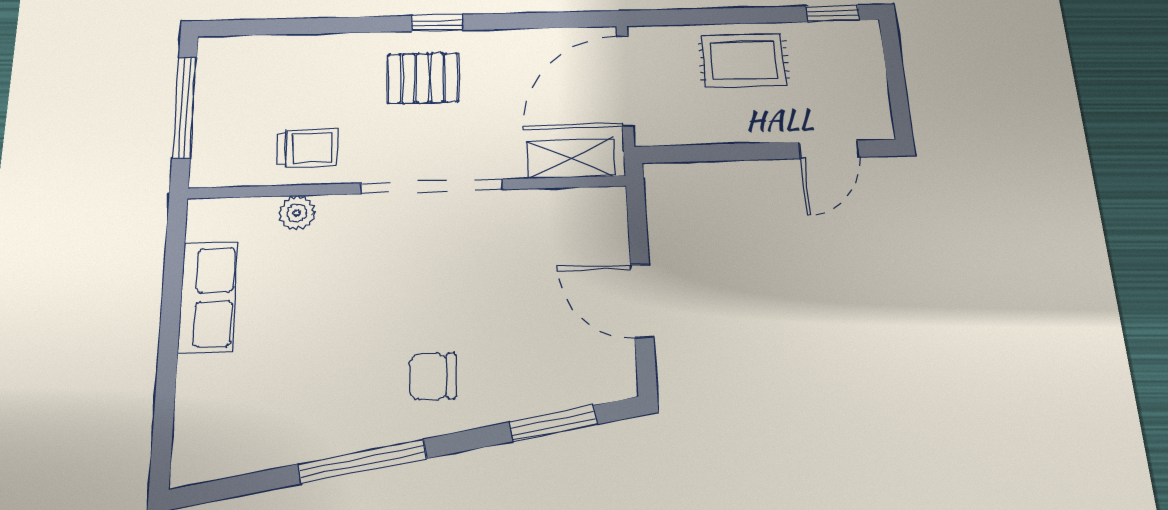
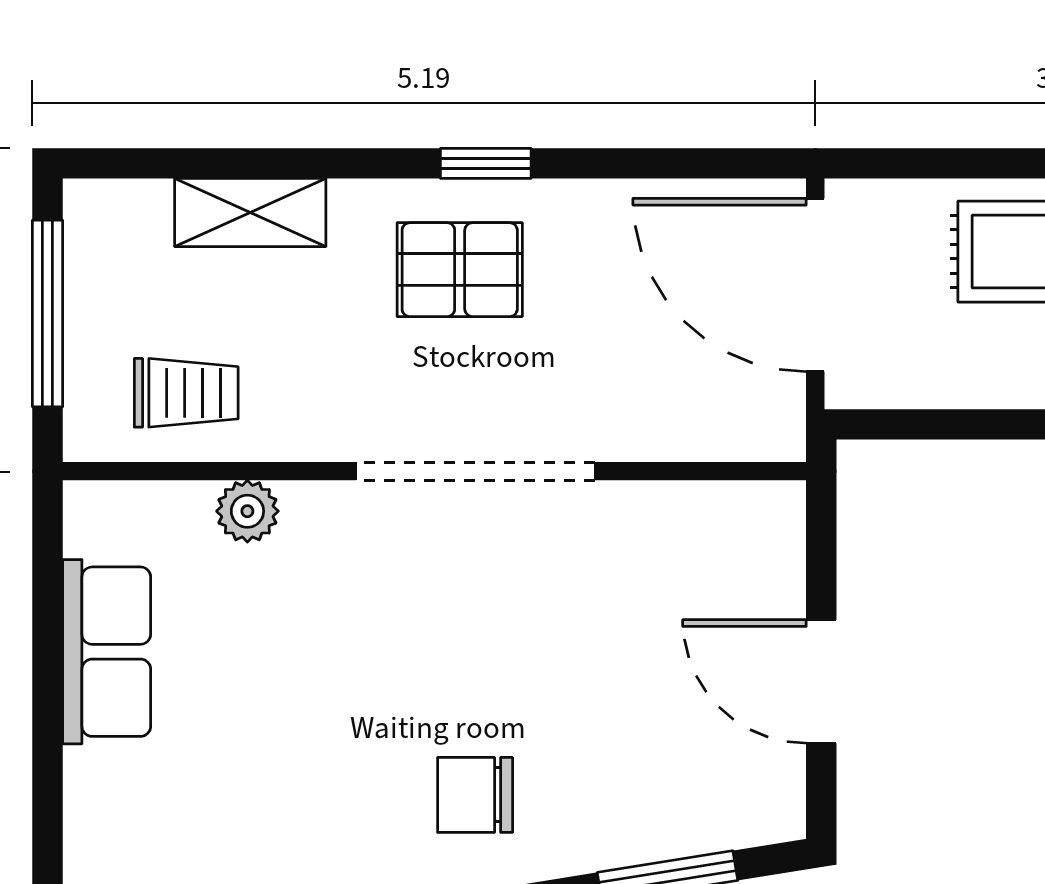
door: (625, 81) -> (815, 285), hinge flipped
trolley: (307, 148) -> (186, 393), moved
shelving: (571, 159) -> (250, 213), moved

